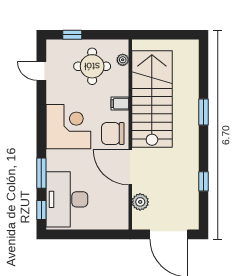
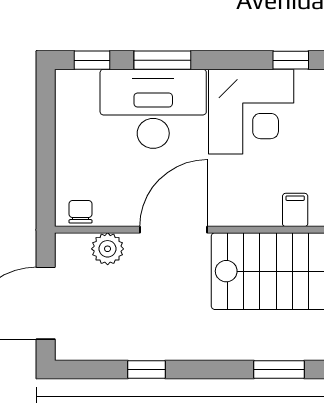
window: (41, 106) -> (291, 60), added
chair: (113, 133) -> (80, 212), moved, width x0.54, depth x0.54
desk: (67, 199) -> (153, 109), moved

